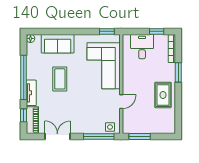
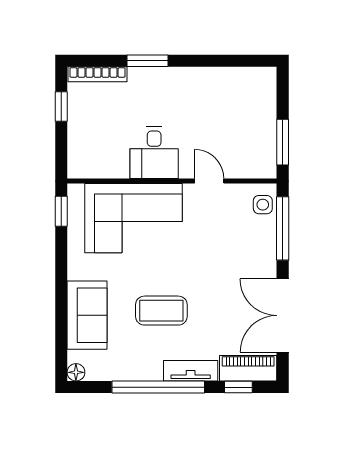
desk: (142, 47) -> (154, 153), moved, turned -90
rug: (163, 95) -> (195, 93), removed
double door: (57, 136) -> (283, 316), width x1.37

